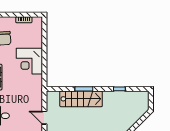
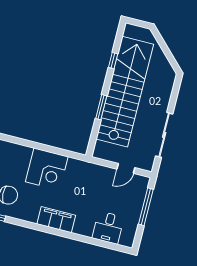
stairs: (81, 99) -> (125, 92), width x1.86, depth x1.51

